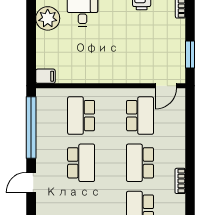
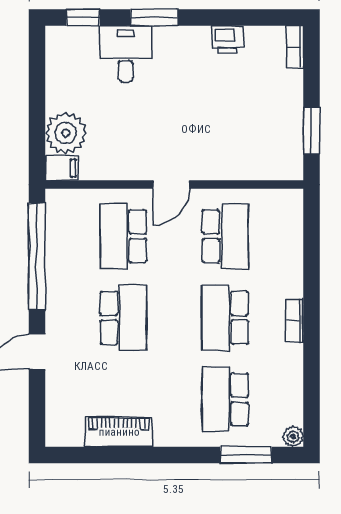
plant: (48, 18) -> (66, 133), moved
door: (166, 86) -> (171, 185), moved
bookcase: (180, 181) -> (295, 321), moved

